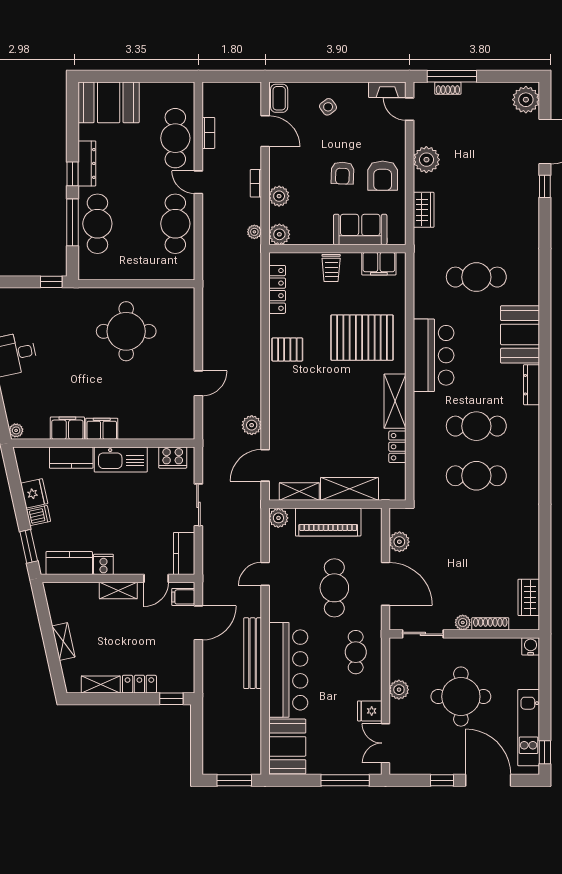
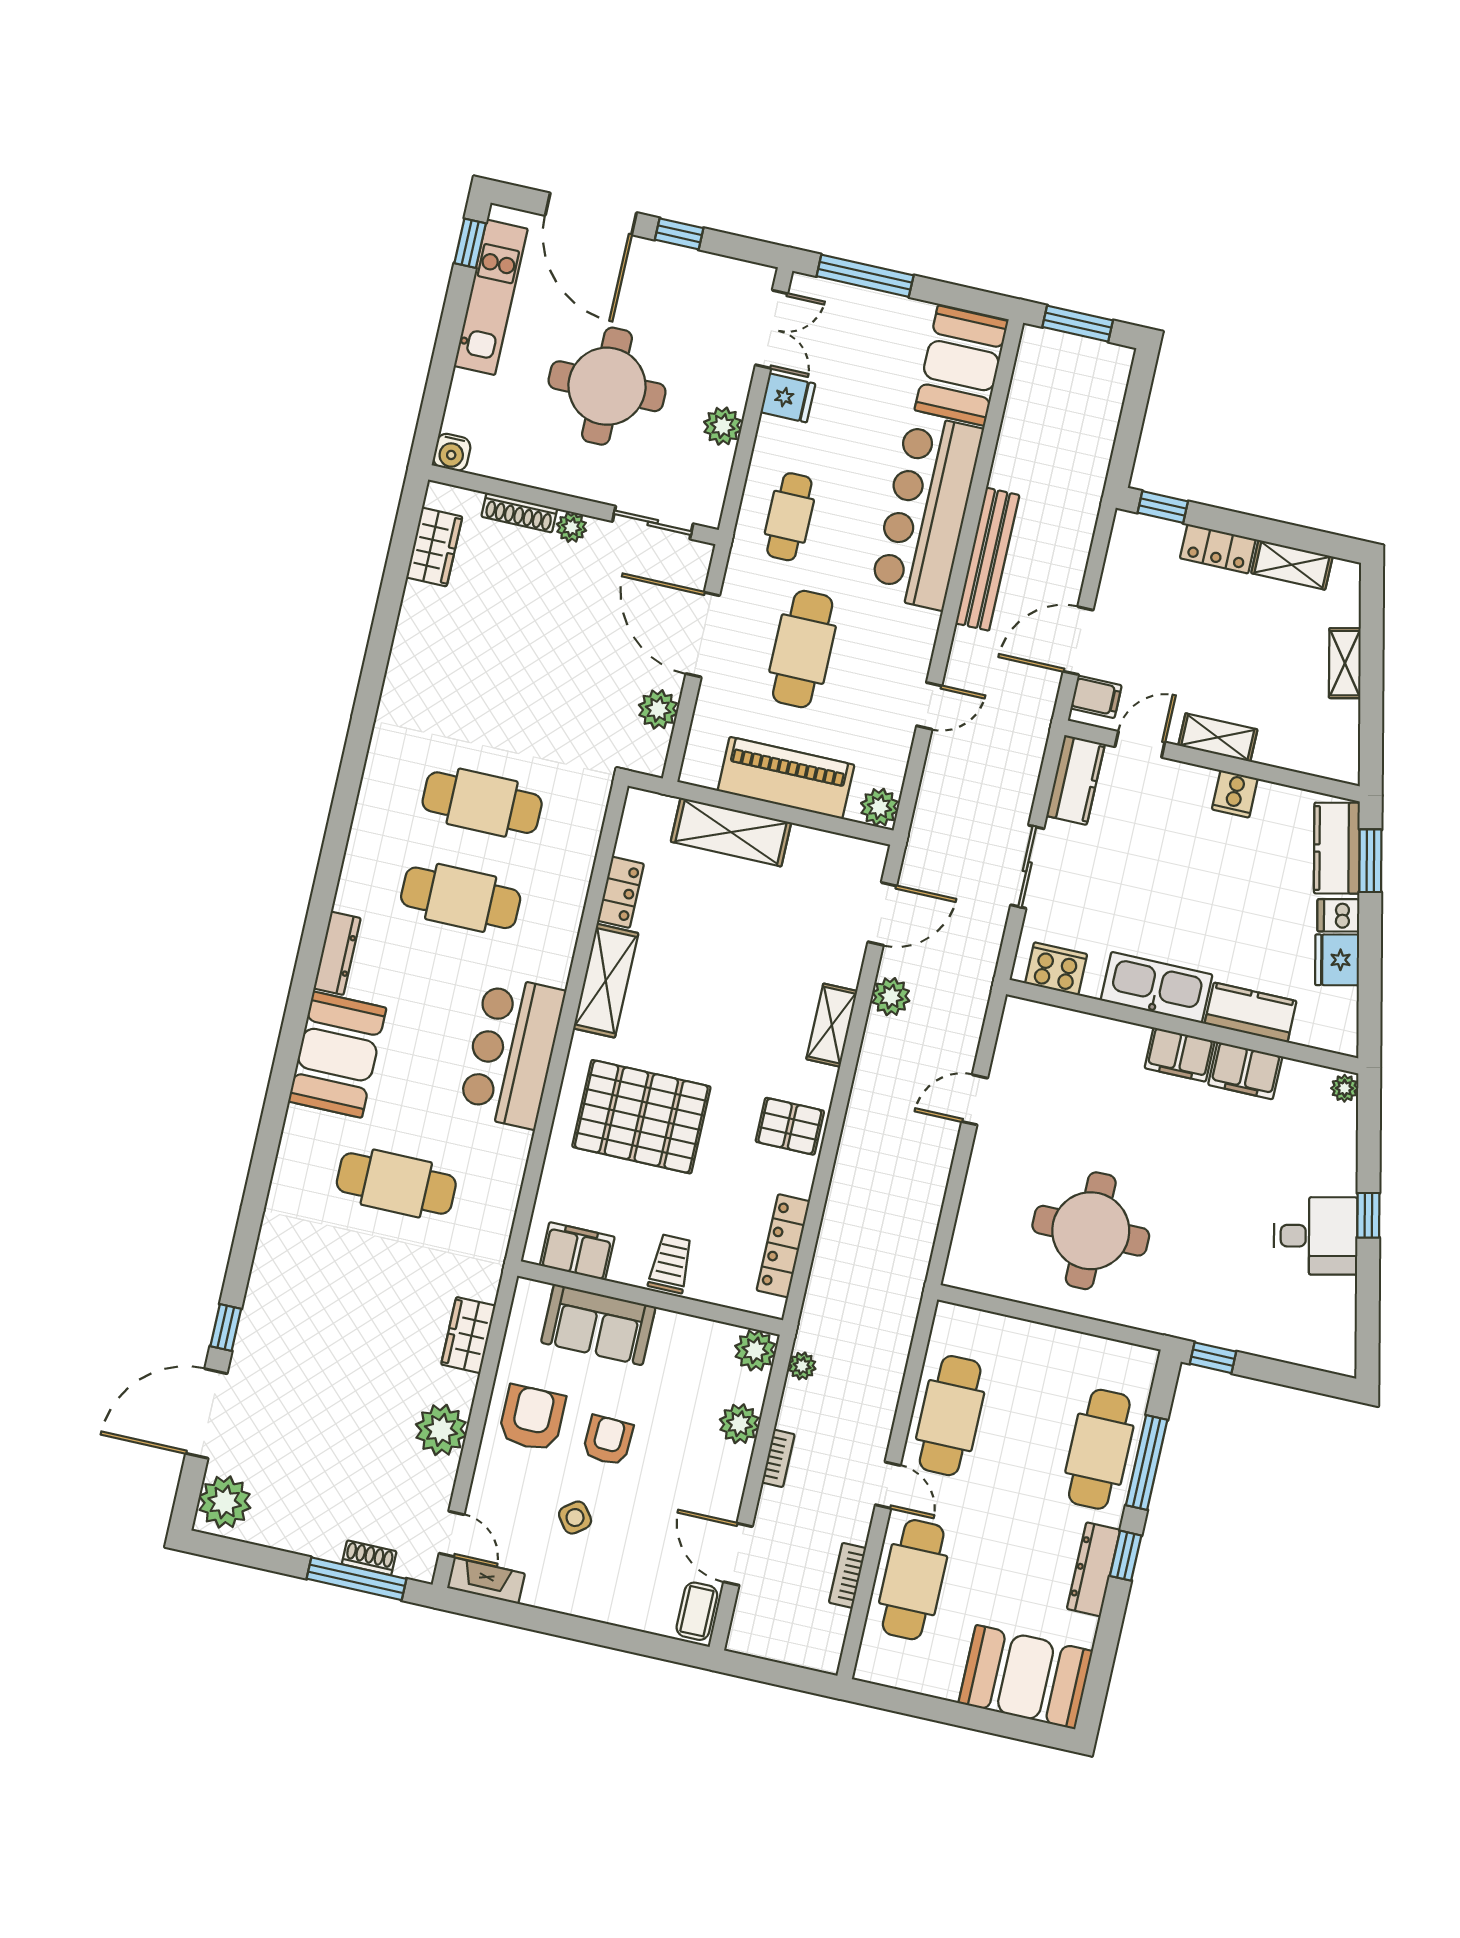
side table: (328, 107) -> (575, 1518), moved
shelving: (299, 492) -> (832, 1025), moved, turned 90
kitchen counter: (69, 563) -> (1337, 848), moved, turned 78

